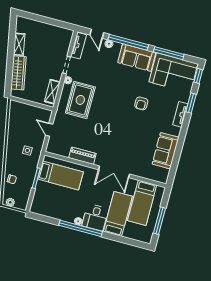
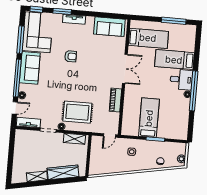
piano: (82, 156) -> (115, 100), moved
wall: (105, 169) -> (124, 77), moved
double door: (114, 172) -> (125, 69), moved
bed: (142, 203) -> (148, 38), moved

